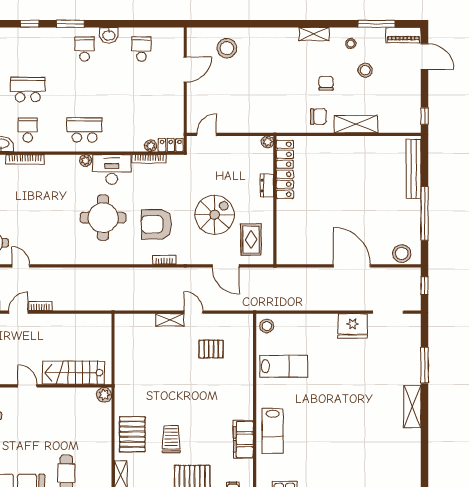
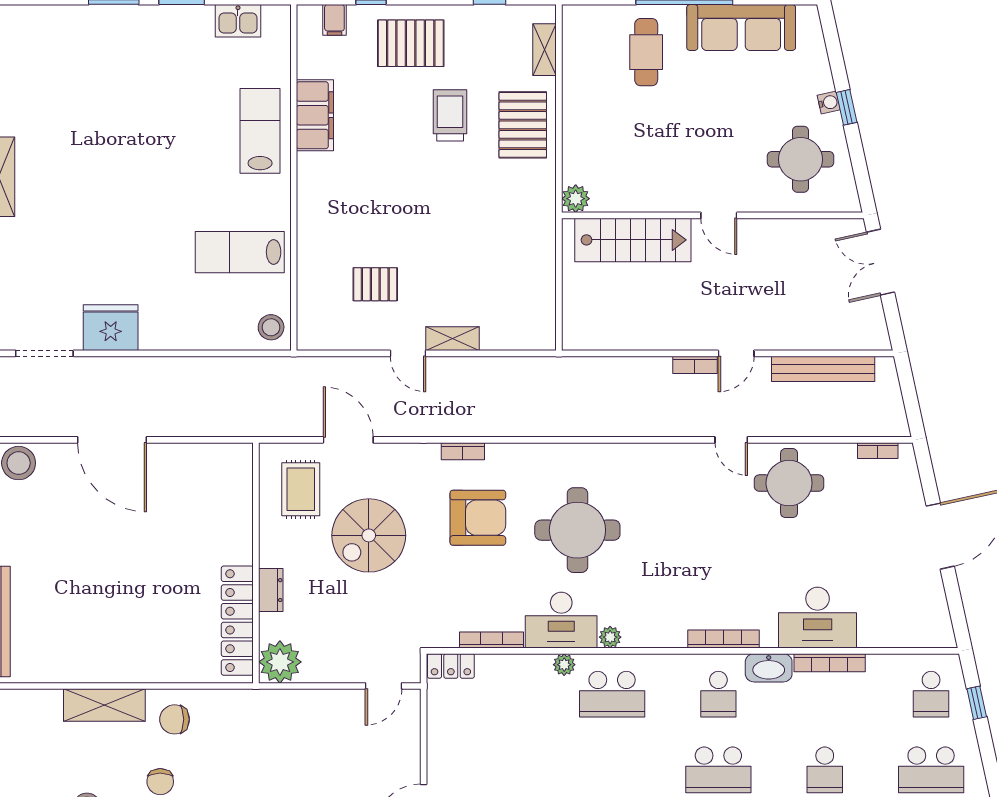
plant: (267, 142) -> (280, 662), width x1.87, depth x1.87
plant: (151, 146) -> (564, 665), moved
trolley: (171, 439) -> (450, 115), turned 180

